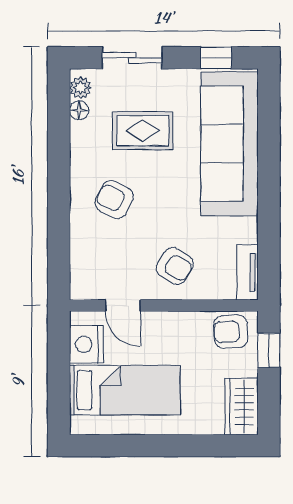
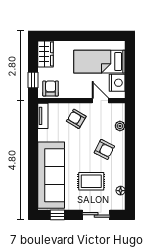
plant: (80, 88) -> (120, 126), moved
armchair: (231, 332) -> (51, 89), turned -87

